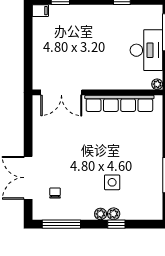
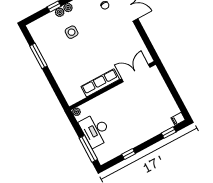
row of seats: (119, 103) -> (100, 83), width x0.73

